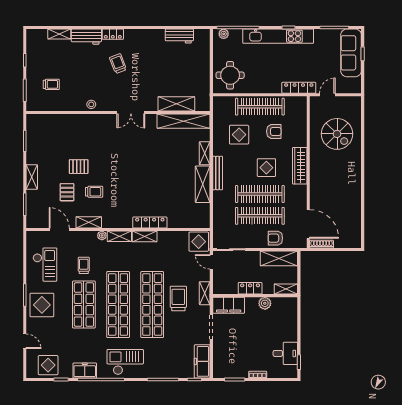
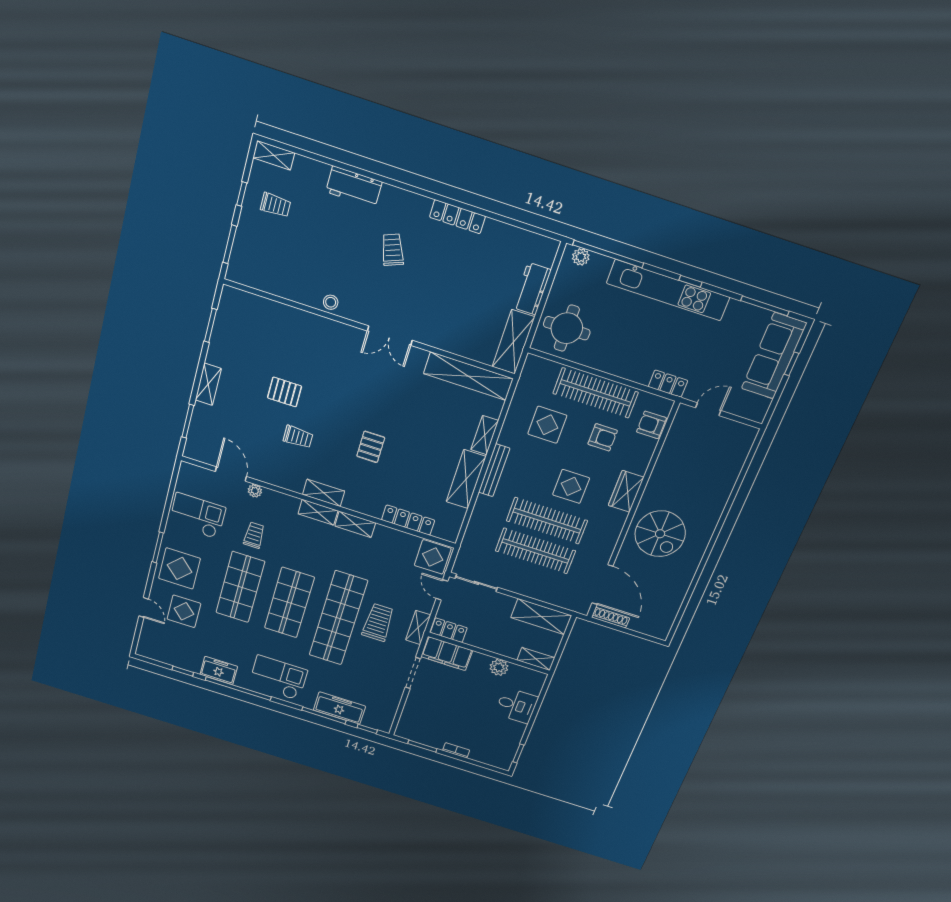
shelving: (59, 34) -> (274, 155), moved
locker: (113, 34) -> (457, 217), moved, width x1.53
workbench: (179, 36) -> (532, 289), moved, turned 90
trolley: (51, 84) -> (275, 205), moved
locker: (299, 88) -> (668, 384), width x0.66
shelving: (176, 104) -> (513, 342), moved, turned 90
spiral stairs: (337, 134) -> (660, 534), moved
wardrobe: (300, 166) -> (626, 491), width x0.67
pallet: (67, 192) -> (371, 447), moved
shelving: (89, 222) -> (324, 493), moved
locker: (150, 222) -> (408, 520), moved
plant: (102, 235) -> (255, 491), moved
armchair: (275, 238) -> (651, 425), moved
checkout: (45, 265) -> (197, 516), turned -90
locker: (250, 288) -> (449, 630), moved
shop shelf: (118, 305) -> (289, 603), width x0.71
desk: (285, 353) -> (516, 705), moved
freezer: (202, 361) -> (339, 708), moved, turned 90
display table: (48, 365) -> (184, 611), moved

